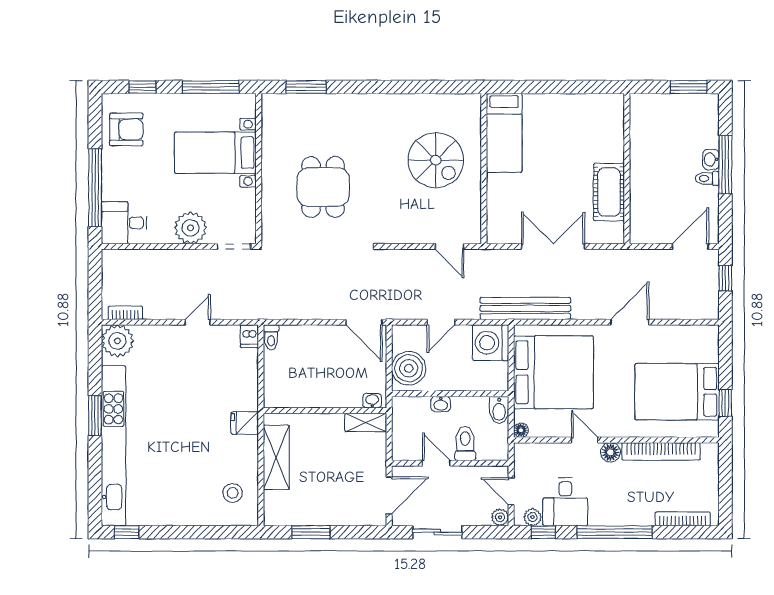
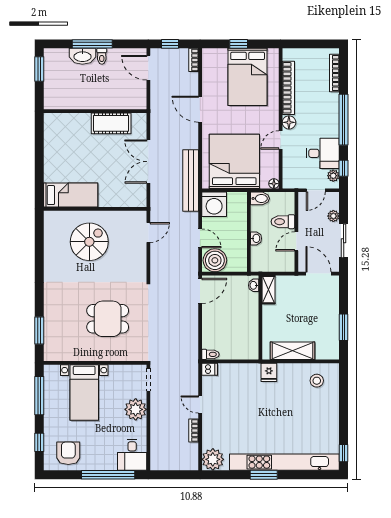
washbasin: (711, 159) -> (82, 56), width x1.91, depth x1.45
bookcase: (125, 313) -> (194, 430), moved
bookcase: (702, 313) -> (194, 60), added
boiler: (409, 368) -> (215, 260), moved
window: (725, 403) -> (239, 44), moved
plant: (500, 517) -> (333, 216), moved

